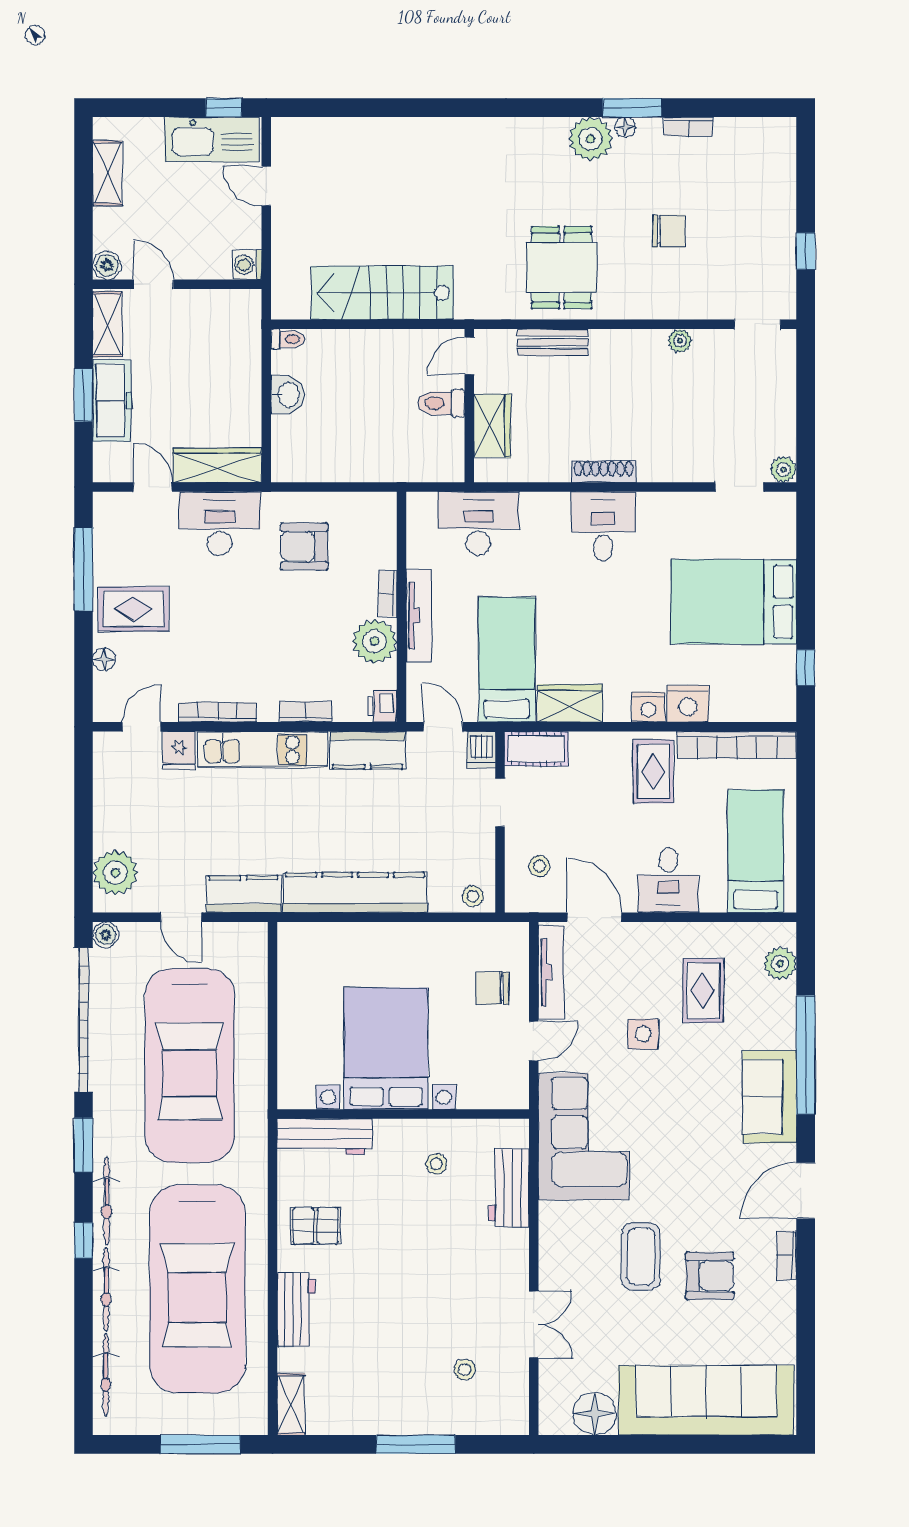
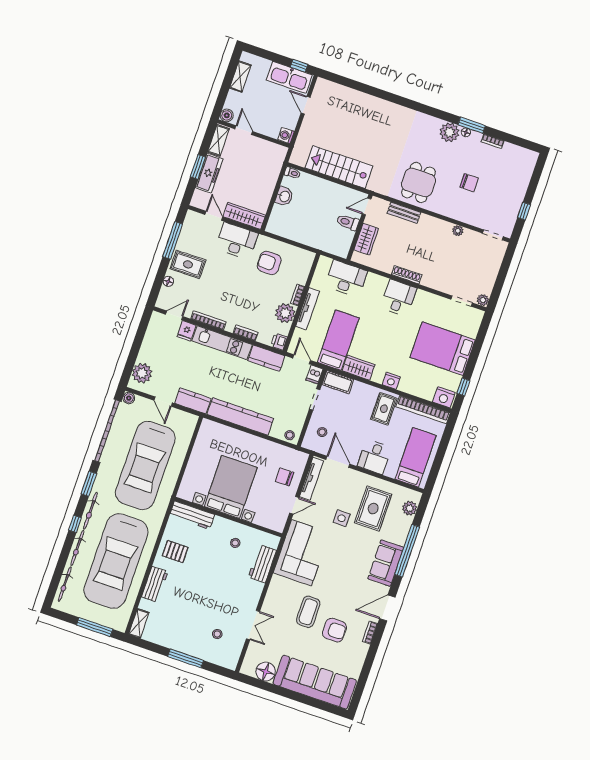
nightstand: (688, 704) -> (444, 397), moved
rug: (703, 991) -> (373, 509), width x1.36, depth x1.43

